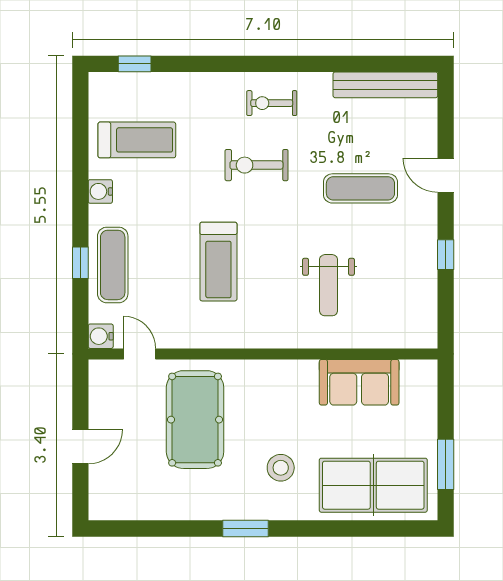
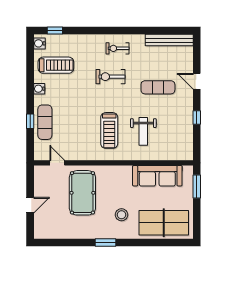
treadmill: (218, 262) -> (109, 130), moved
water cooler: (101, 336) -> (39, 43), moved
sofa: (359, 382) -> (157, 176), width x1.36
window: (446, 464) -> (197, 186), moved

